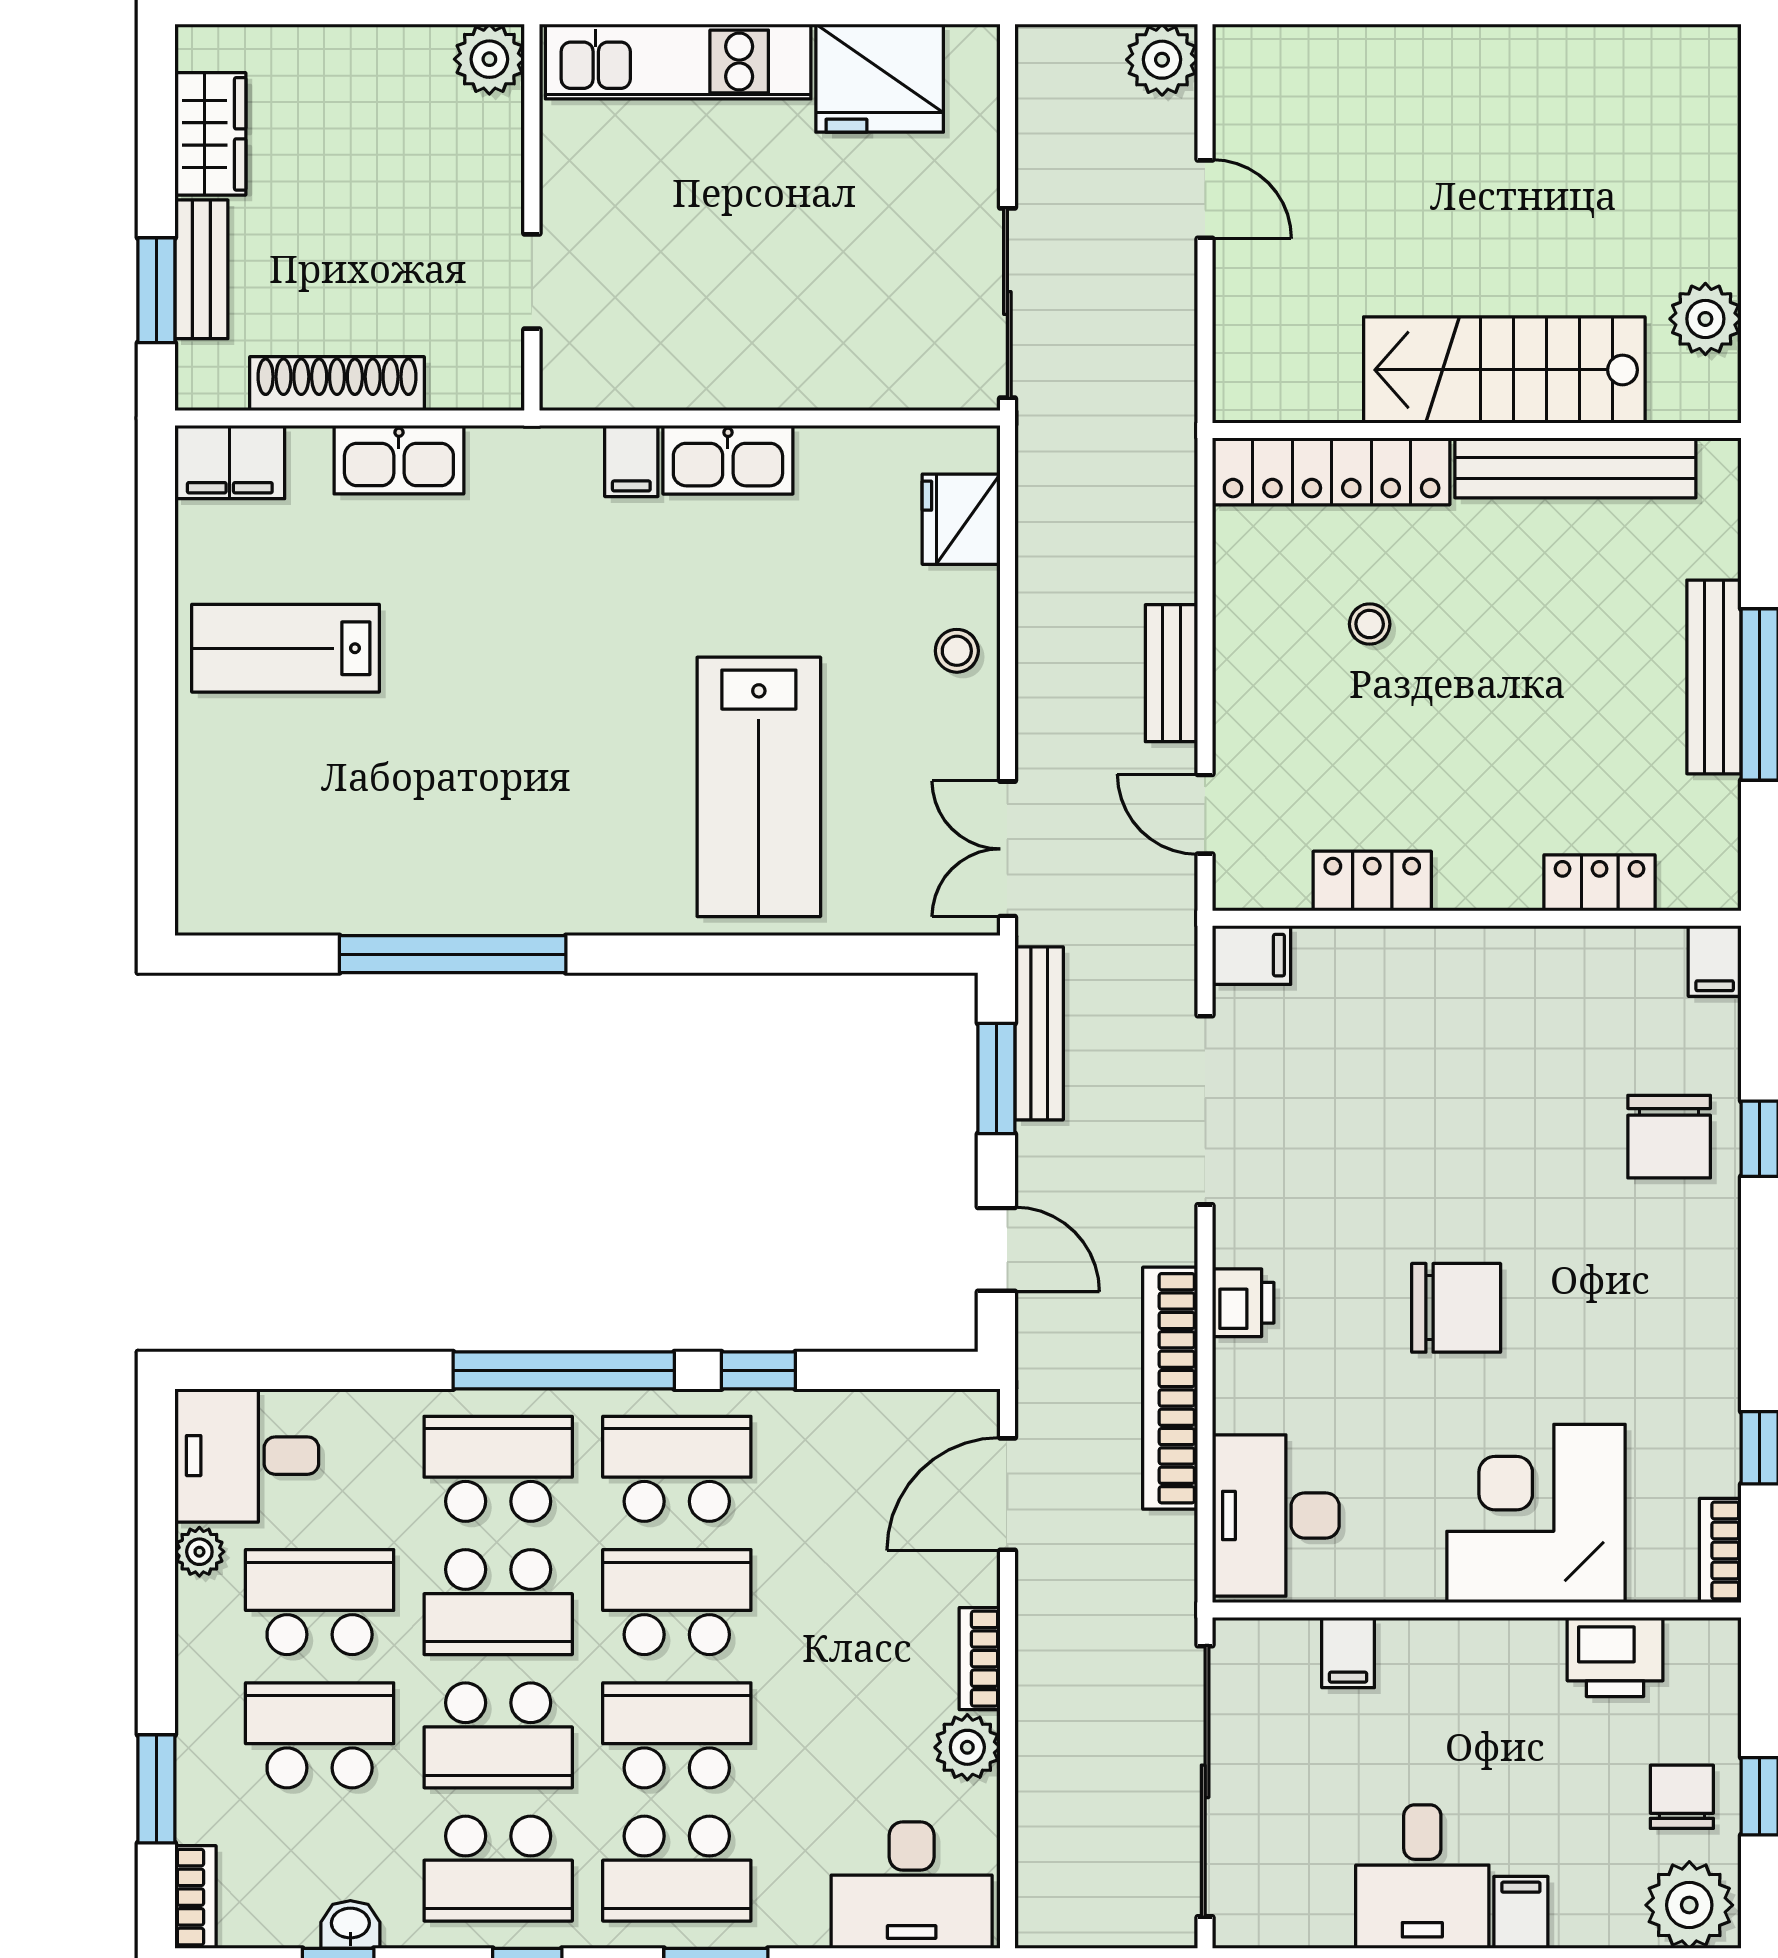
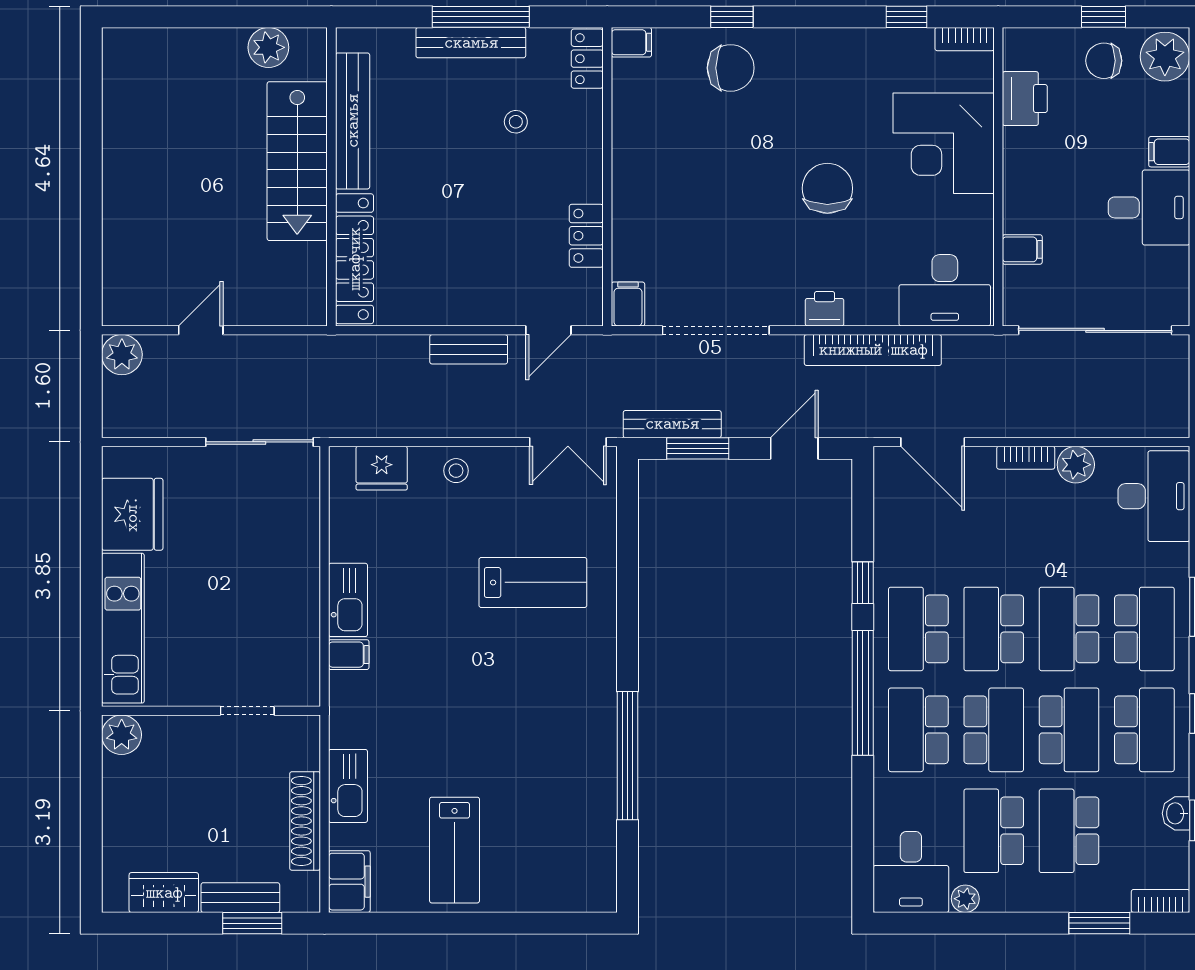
stool: (1370, 624) -> (516, 122), moved
lab bench: (759, 787) -> (533, 582), width x0.73, depth x0.72
locker: (1600, 883) -> (587, 59), moved

